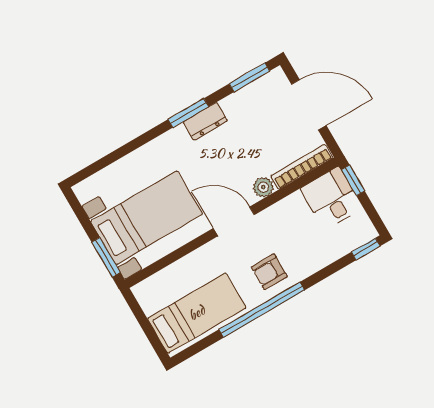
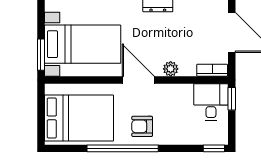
bookcase: (302, 167) -> (212, 70), width x0.64
bed: (197, 313) -> (79, 118), width x1.50

